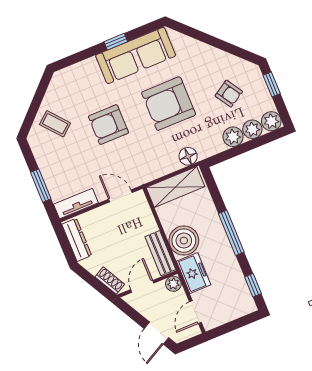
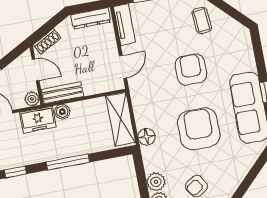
coffee table: (55, 124) -> (202, 20), turned -55
boiler: (184, 241) -> (62, 112), width x0.54, depth x0.54

